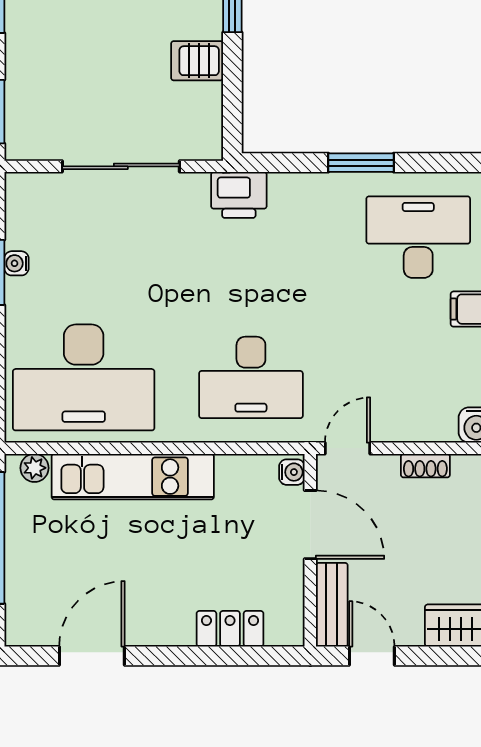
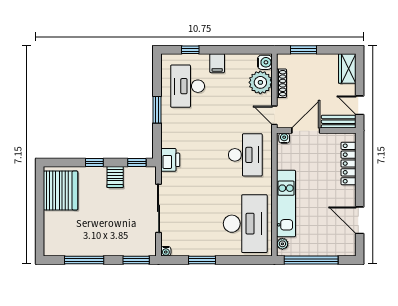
window: (232, 114) -> (137, 163), added
water cooler: (16, 263) -> (166, 251), moved
plant: (427, 414) -> (260, 82), added
shoe rack: (425, 466) -> (282, 83), width x1.43
locker: (230, 629) -> (349, 164), width x1.53
door: (372, 656) -> (360, 105), hinge flipped

